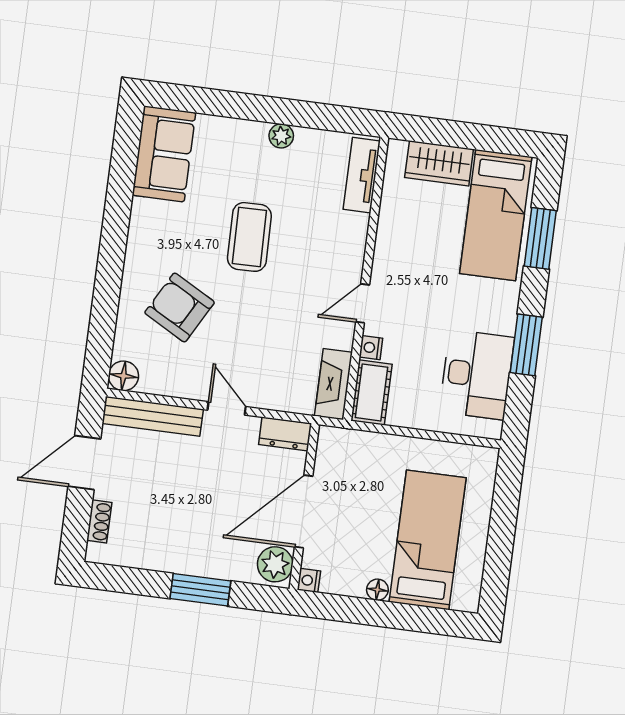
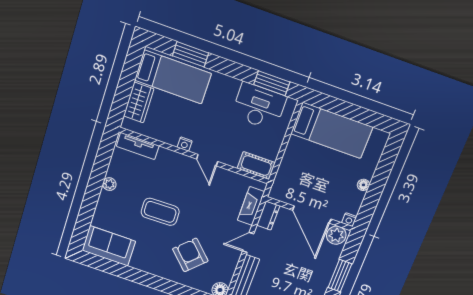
armchair: (180, 308) -> (190, 255), turned 106
window: (526, 345) -> (272, 83), moved
nightstand: (371, 348) -> (185, 144), moved
fireplace: (333, 384) -> (251, 206), moved, turned 90
bed: (428, 540) -> (332, 130), moved, turned 180

